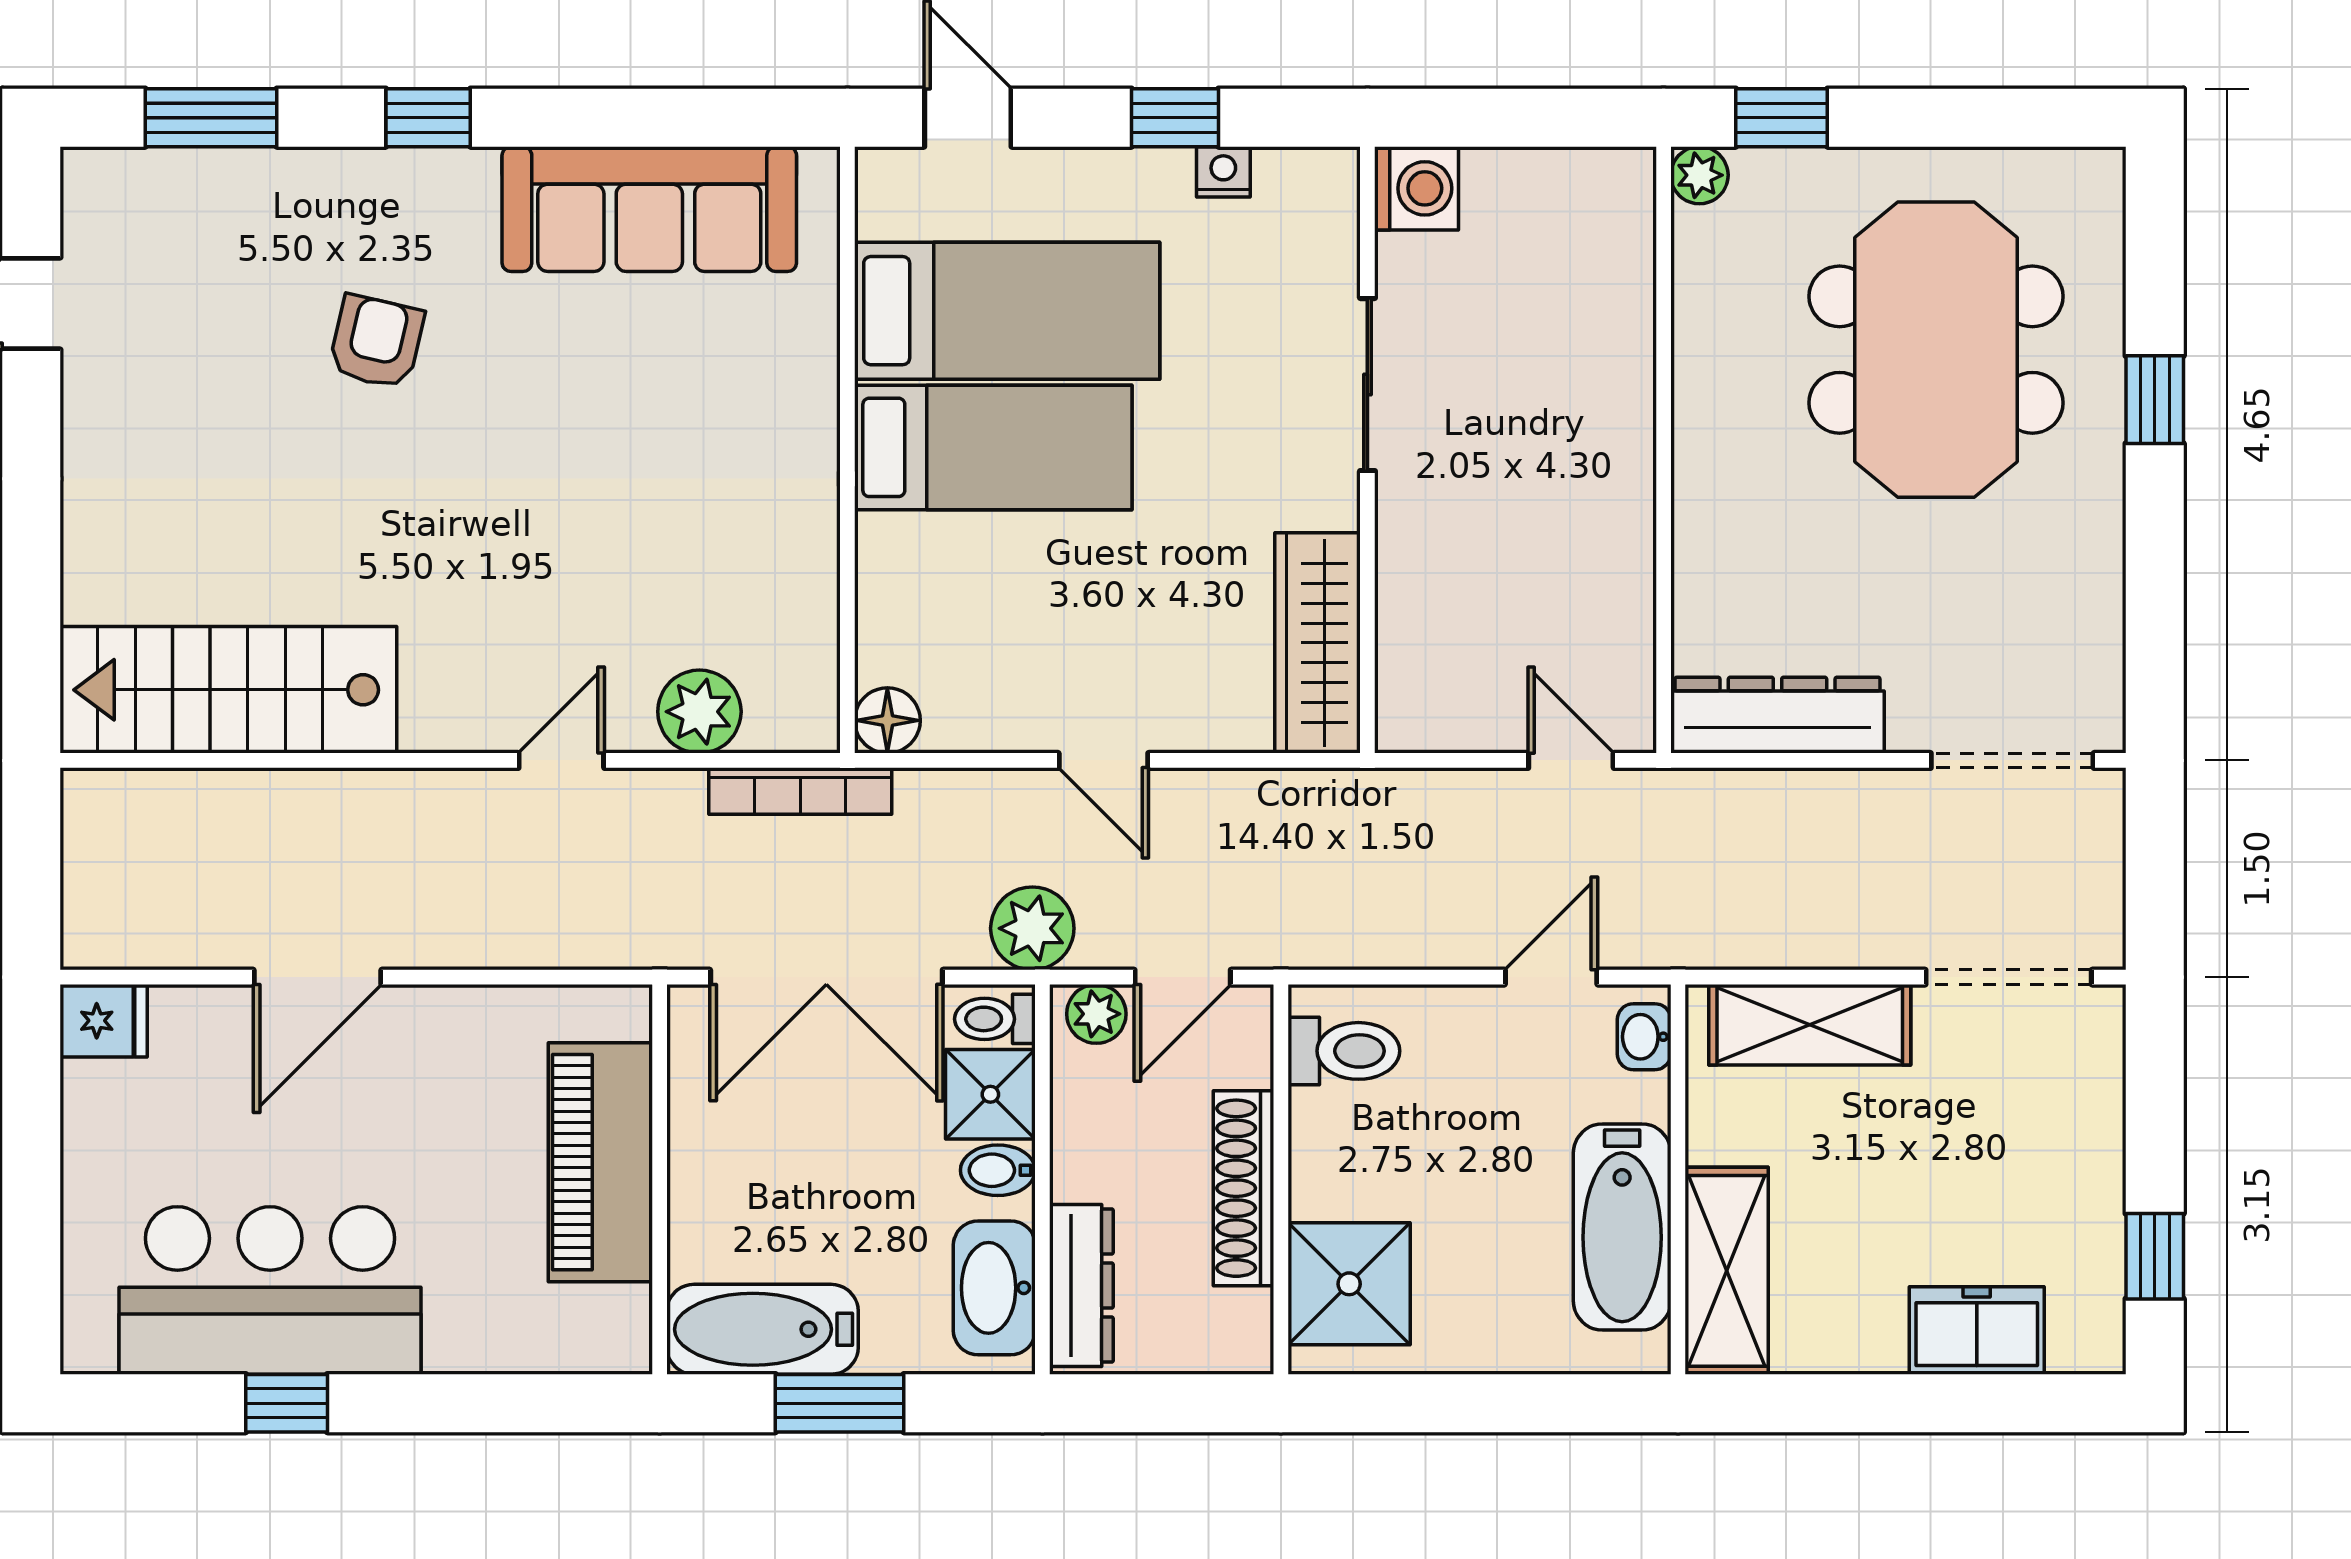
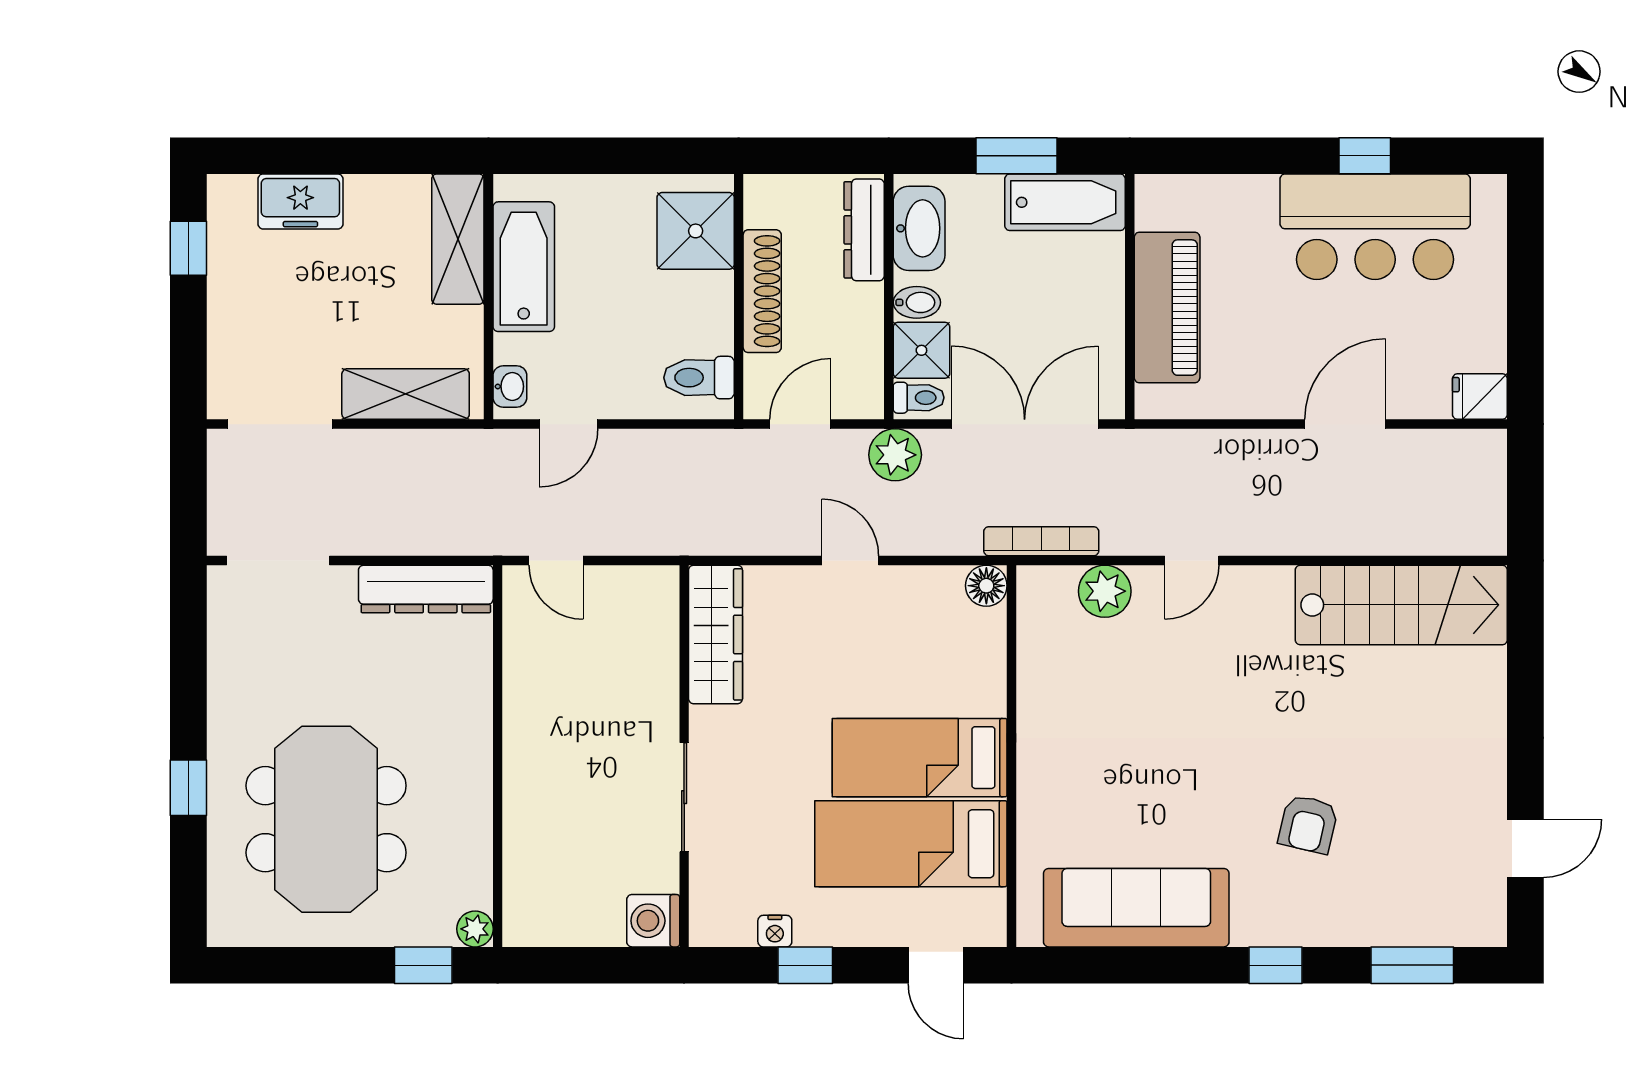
plant: (1096, 1014) -> (855, 401), removed

